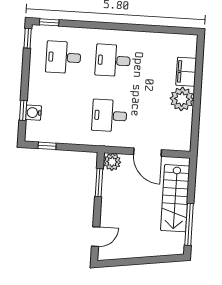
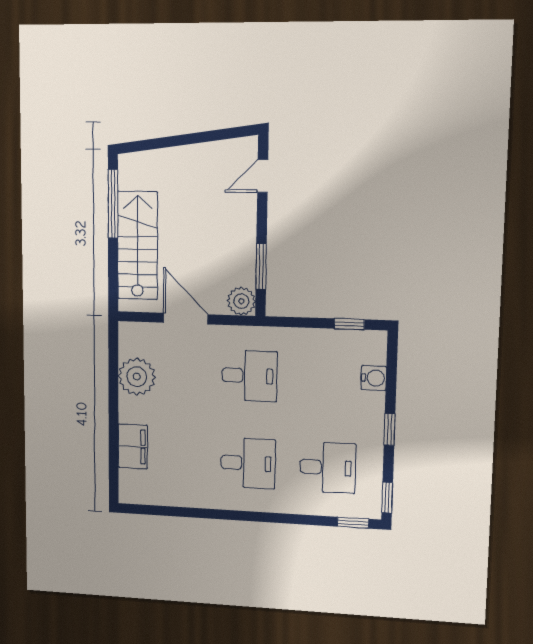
plant: (182, 99) -> (137, 377), moved
window: (23, 110) -> (389, 430), moved

